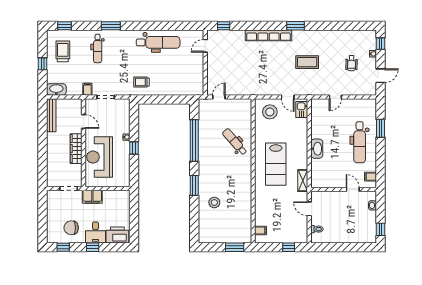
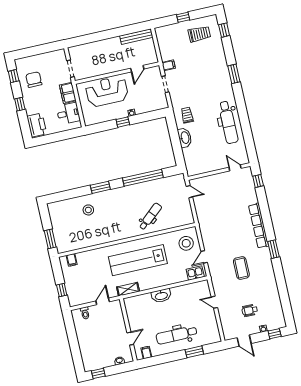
dental chair: (98, 48) -> (210, 66), removed
washbasin: (56, 89) -> (185, 138), moved
wardrobe: (76, 149) -> (110, 67), removed
lab bench: (276, 164) -> (138, 260), width x1.36
desk: (96, 232) -> (68, 113), moved, turned 180

